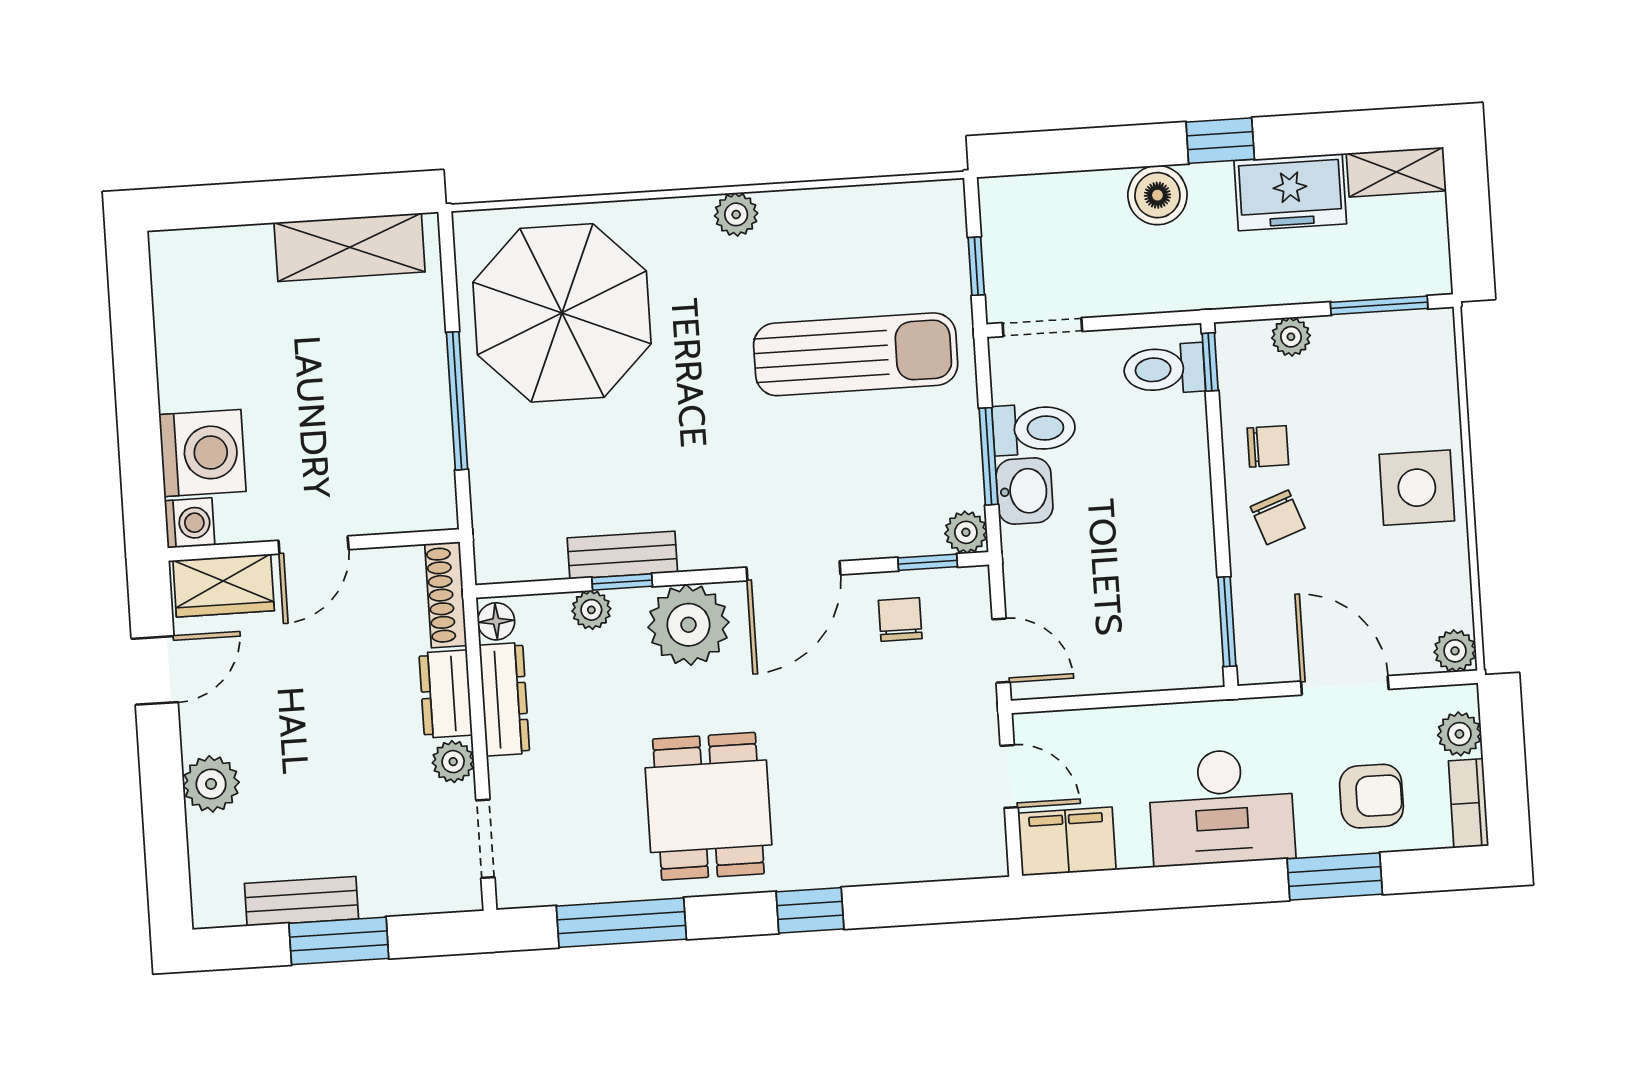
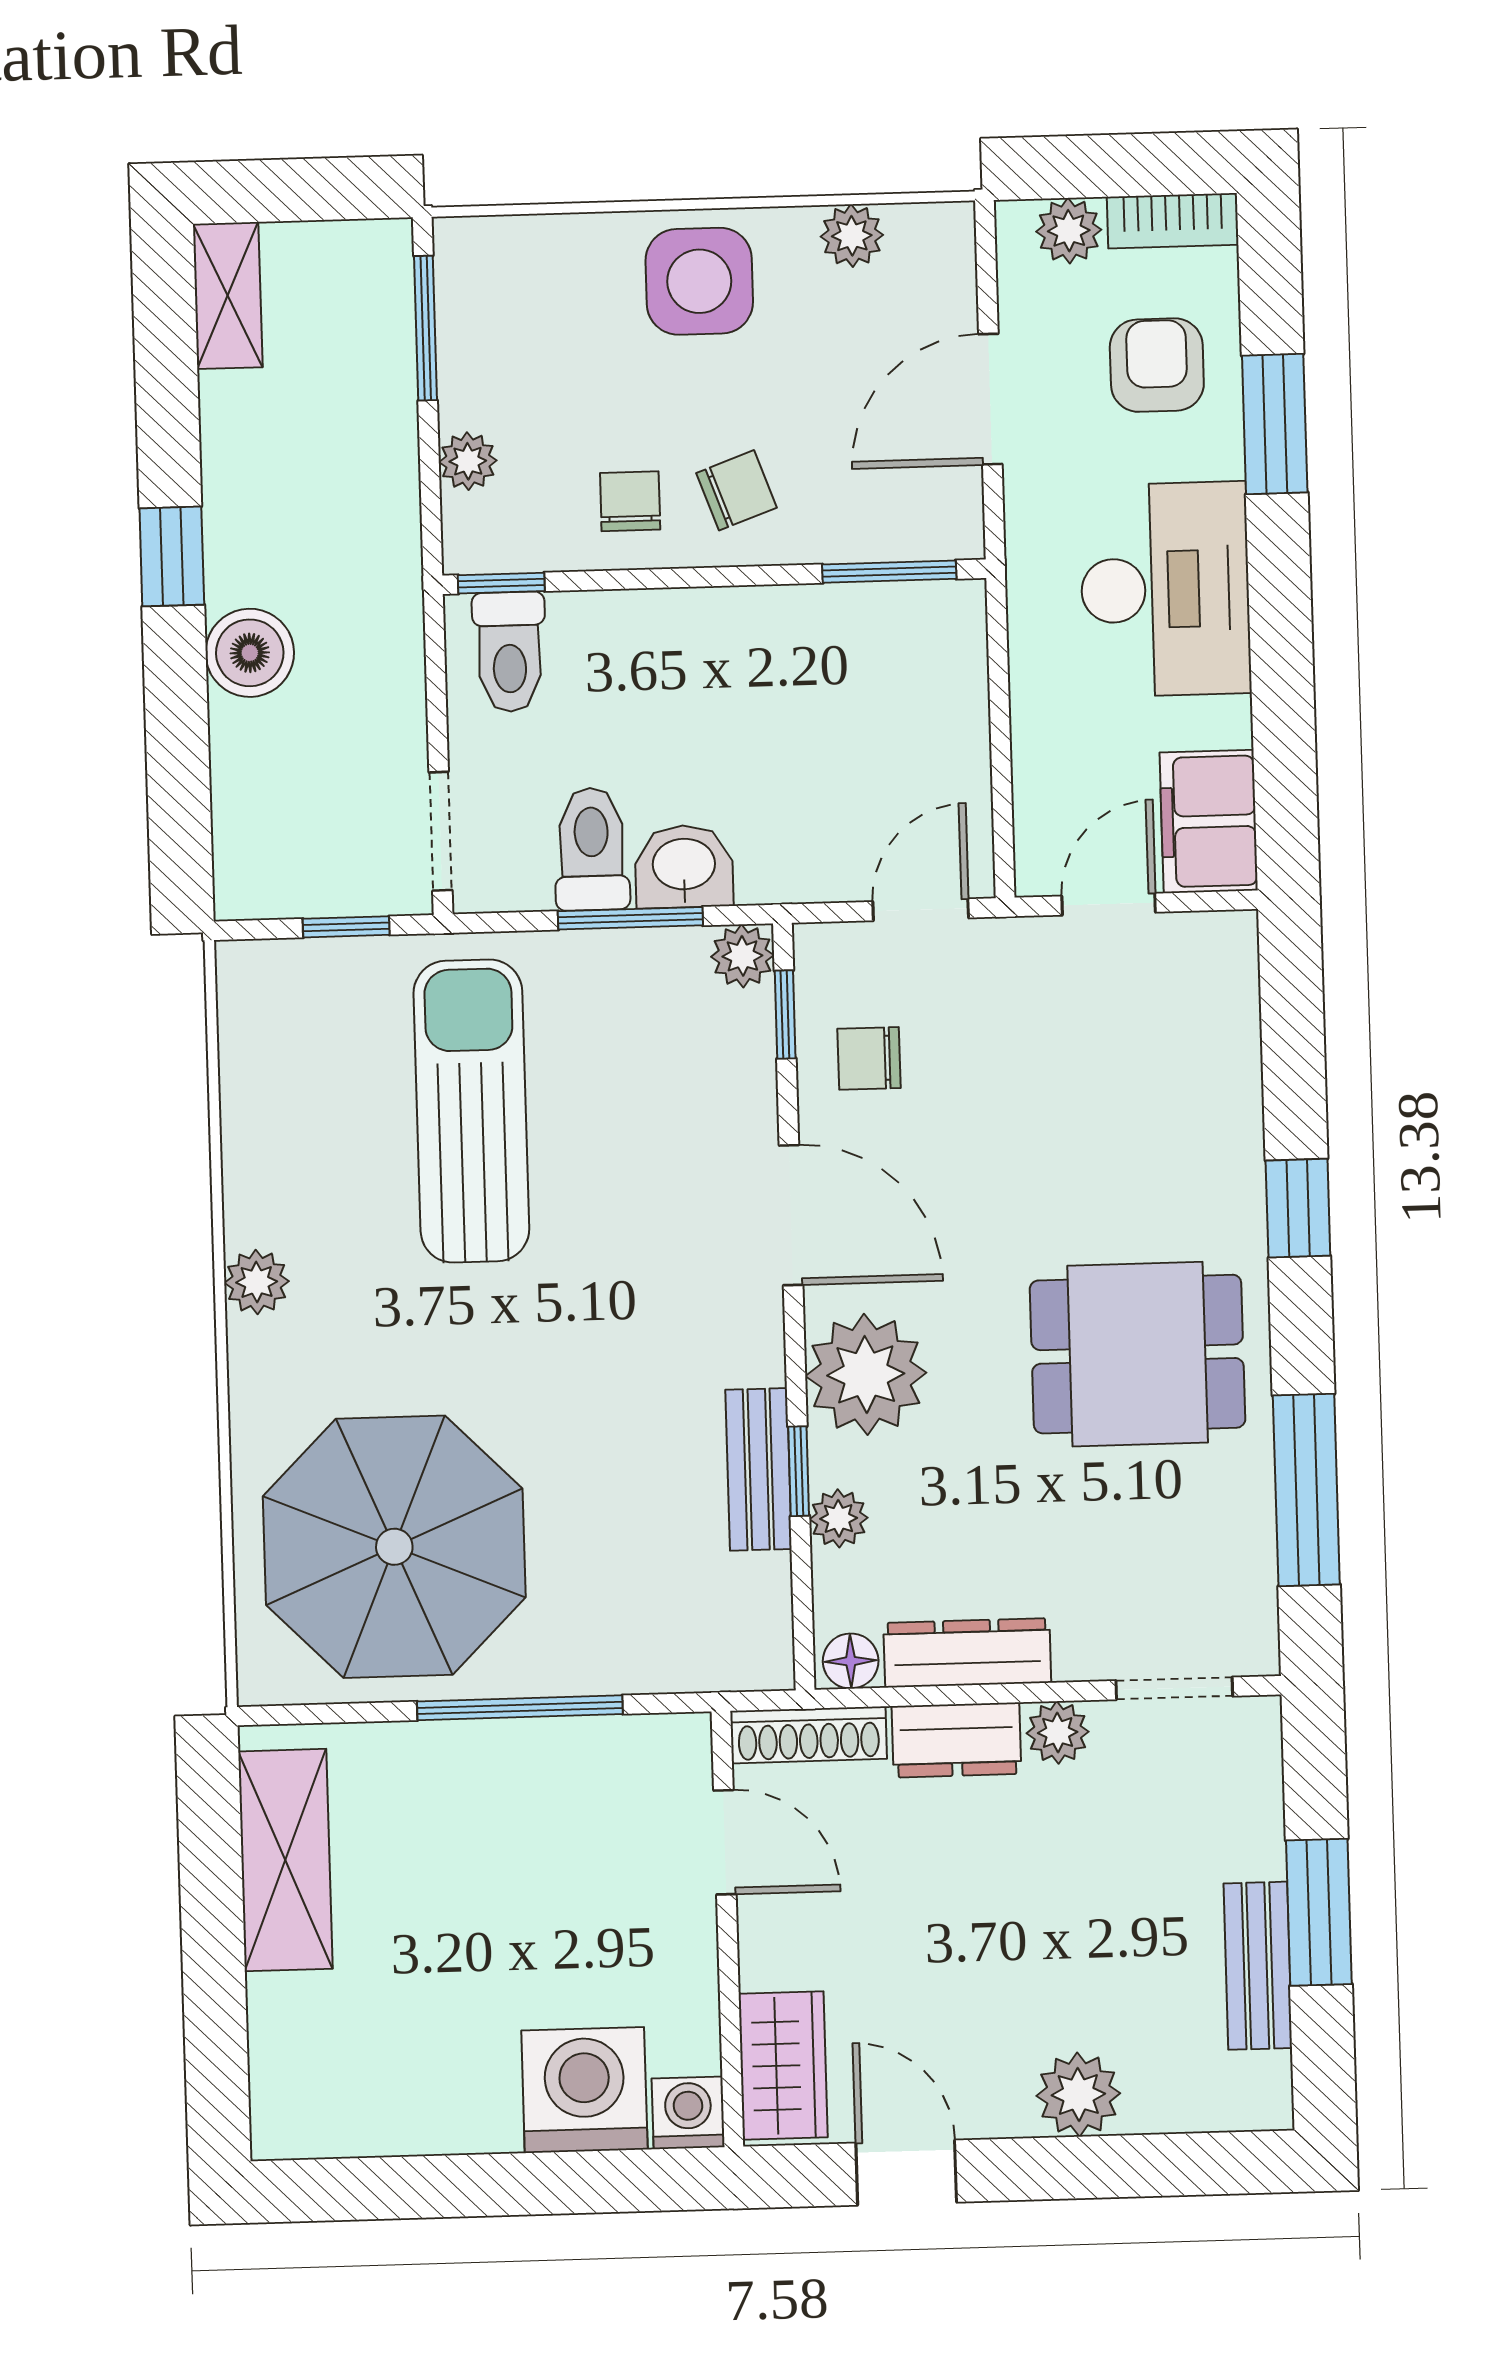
freezer: (1290, 192) -> (252, 455), removed
door: (314, 545) -> (725, 1842), moved
plant: (1455, 651) -> (852, 236), moved

